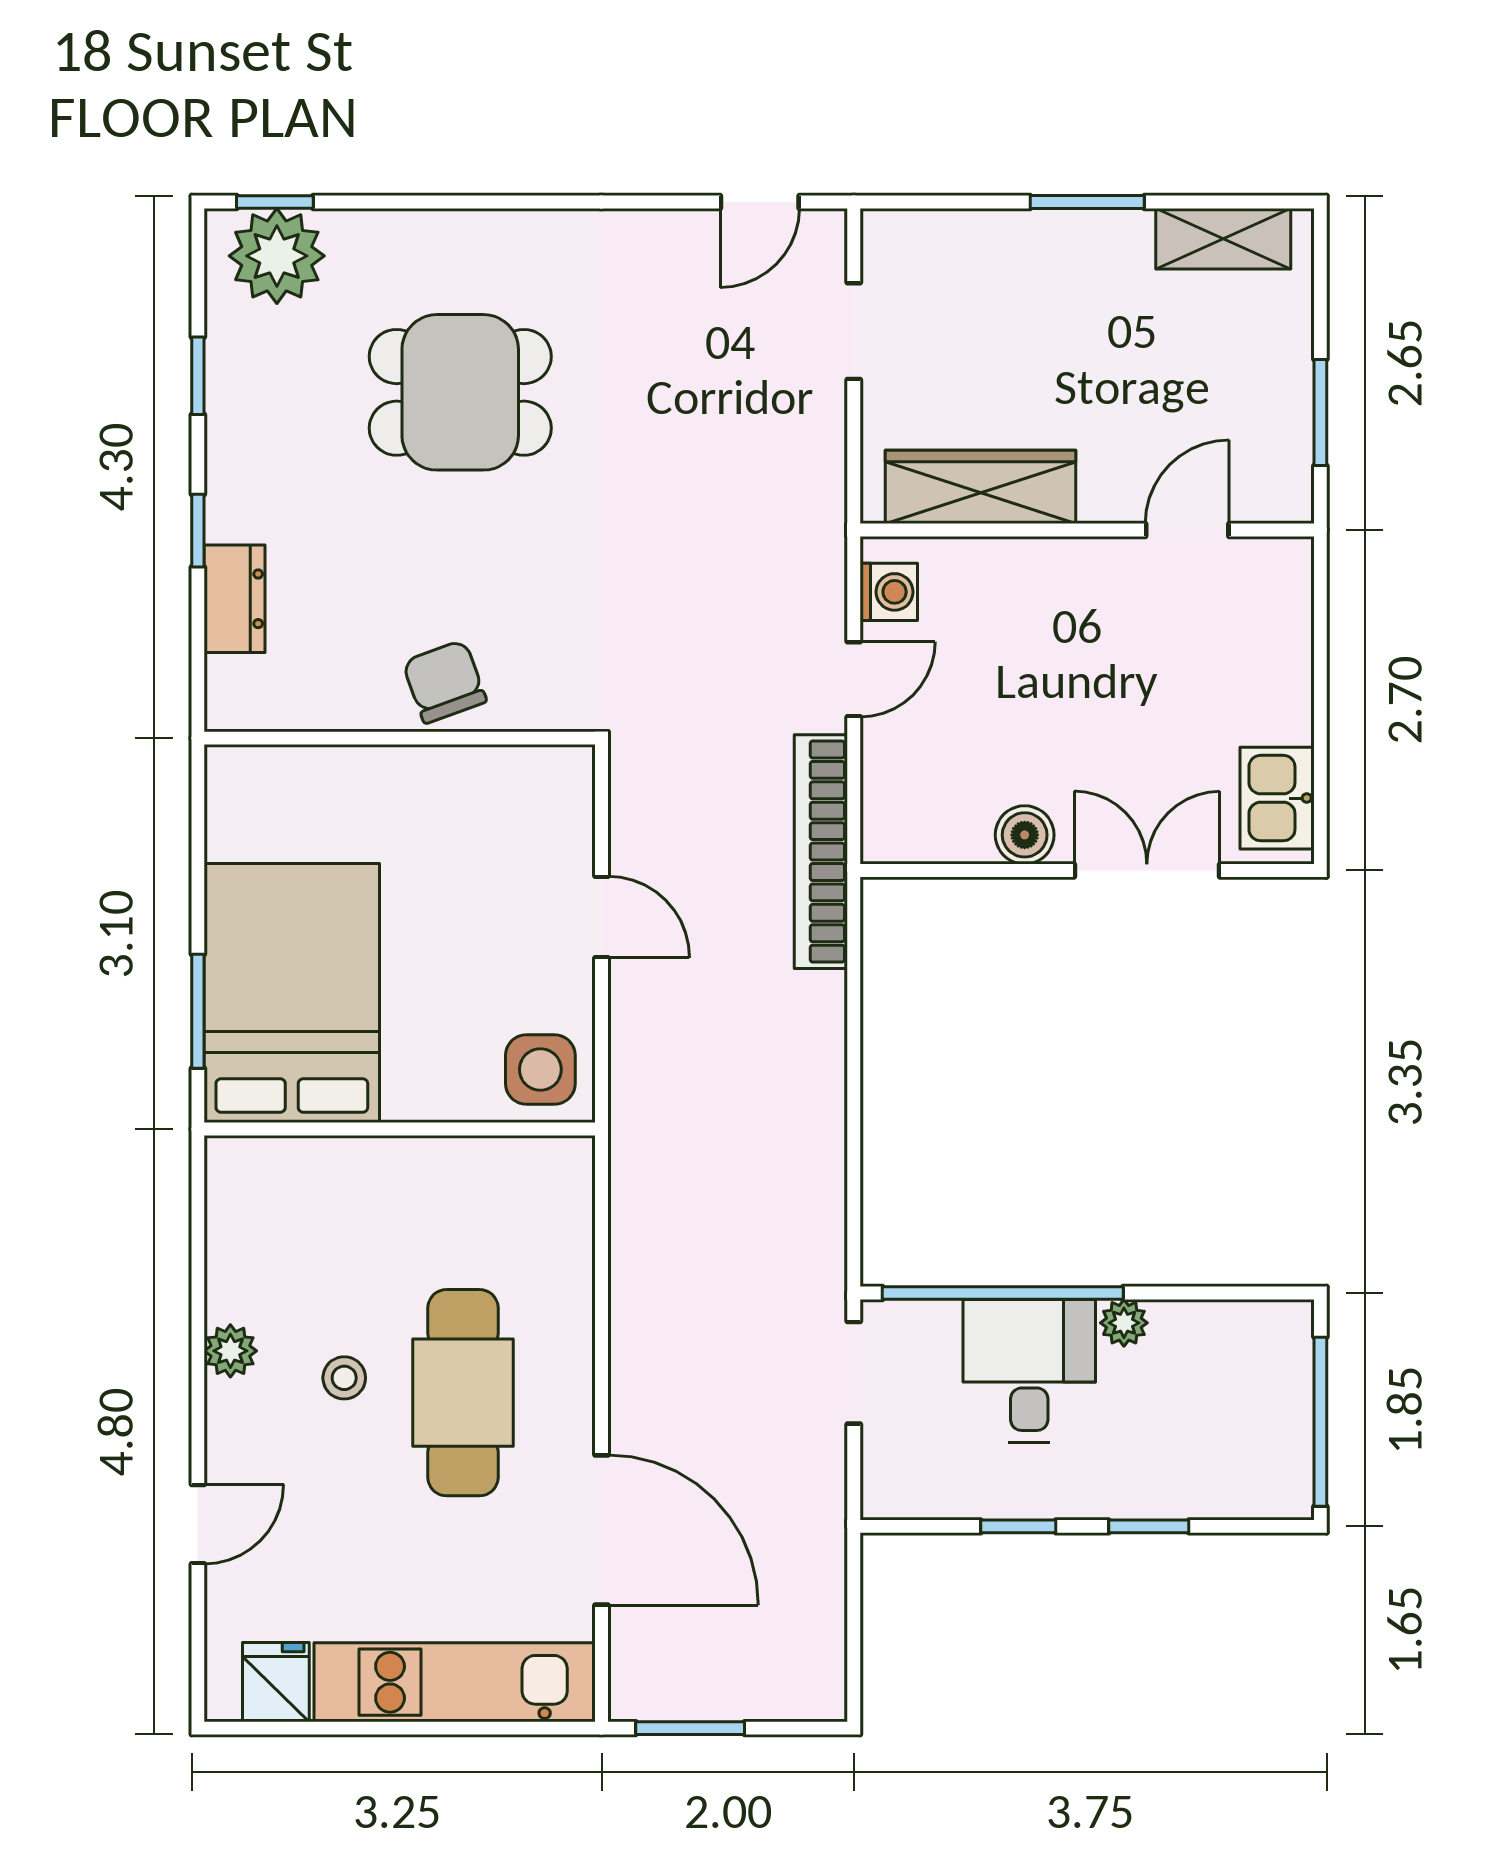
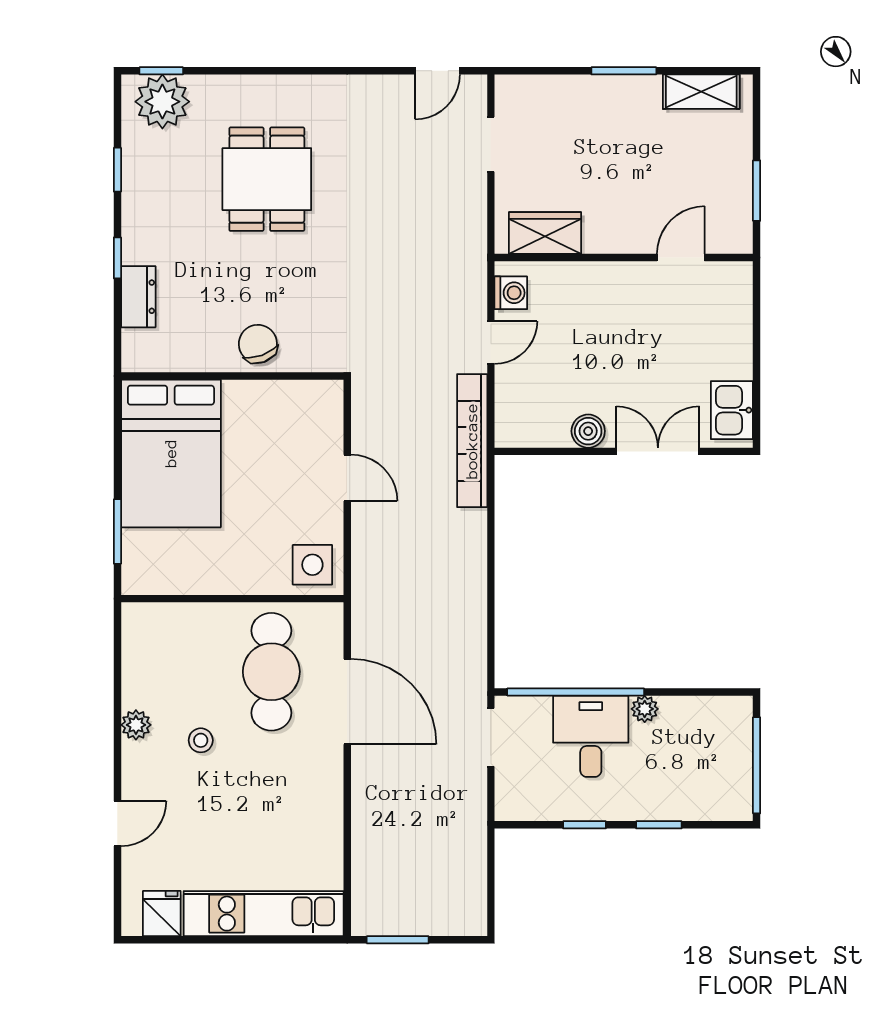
dining table: (460, 392) -> (267, 179), turned 90
wardrobe: (981, 487) -> (545, 233), width x0.67
bed: (292, 993) -> (171, 453), moved, turned 180
cafe table: (463, 1393) -> (271, 672), moved
door: (602, 1530) -> (347, 702), moved

